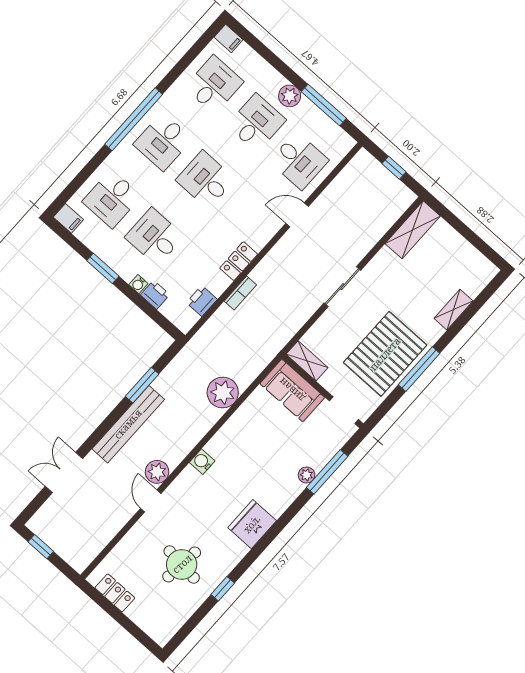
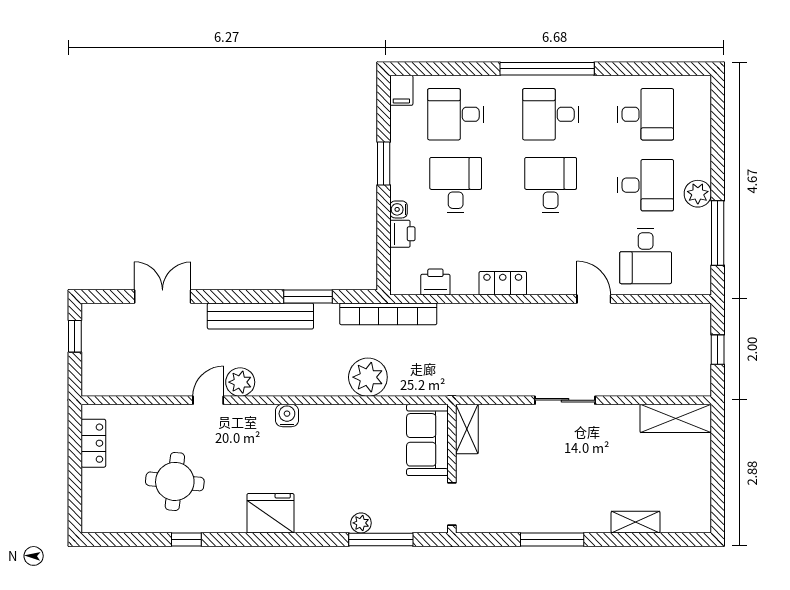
filing cabinet: (229, 38) -> (700, 90), removed
bookcase: (240, 293) -> (388, 314), moved, width x2.31, depth x1.31
pallet: (385, 354) -> (538, 495), removed

